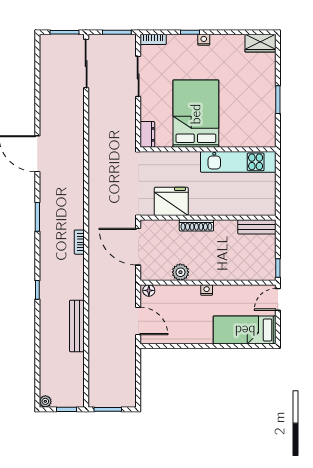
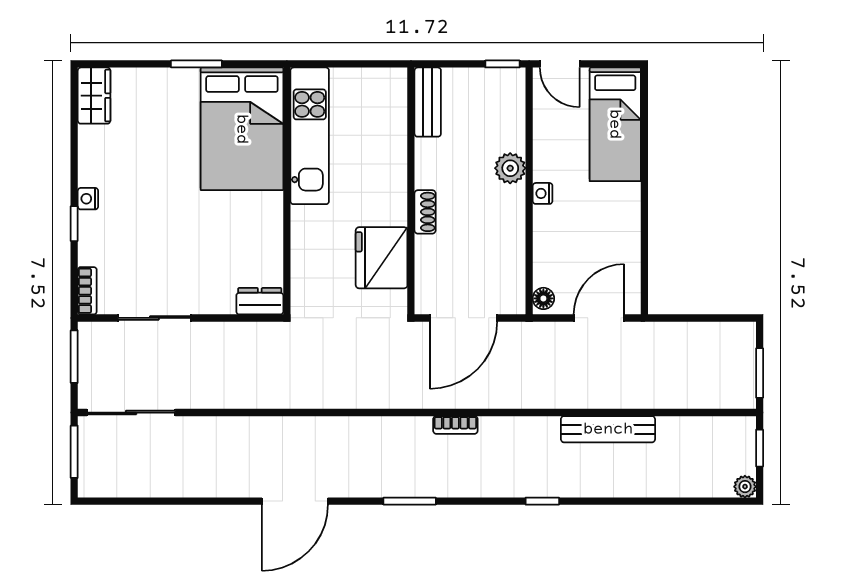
bed: (196, 114) -> (242, 129), moved, turned -90
shoe rack: (196, 225) -> (425, 212), width x0.70
plant: (180, 272) -> (510, 168), moved

